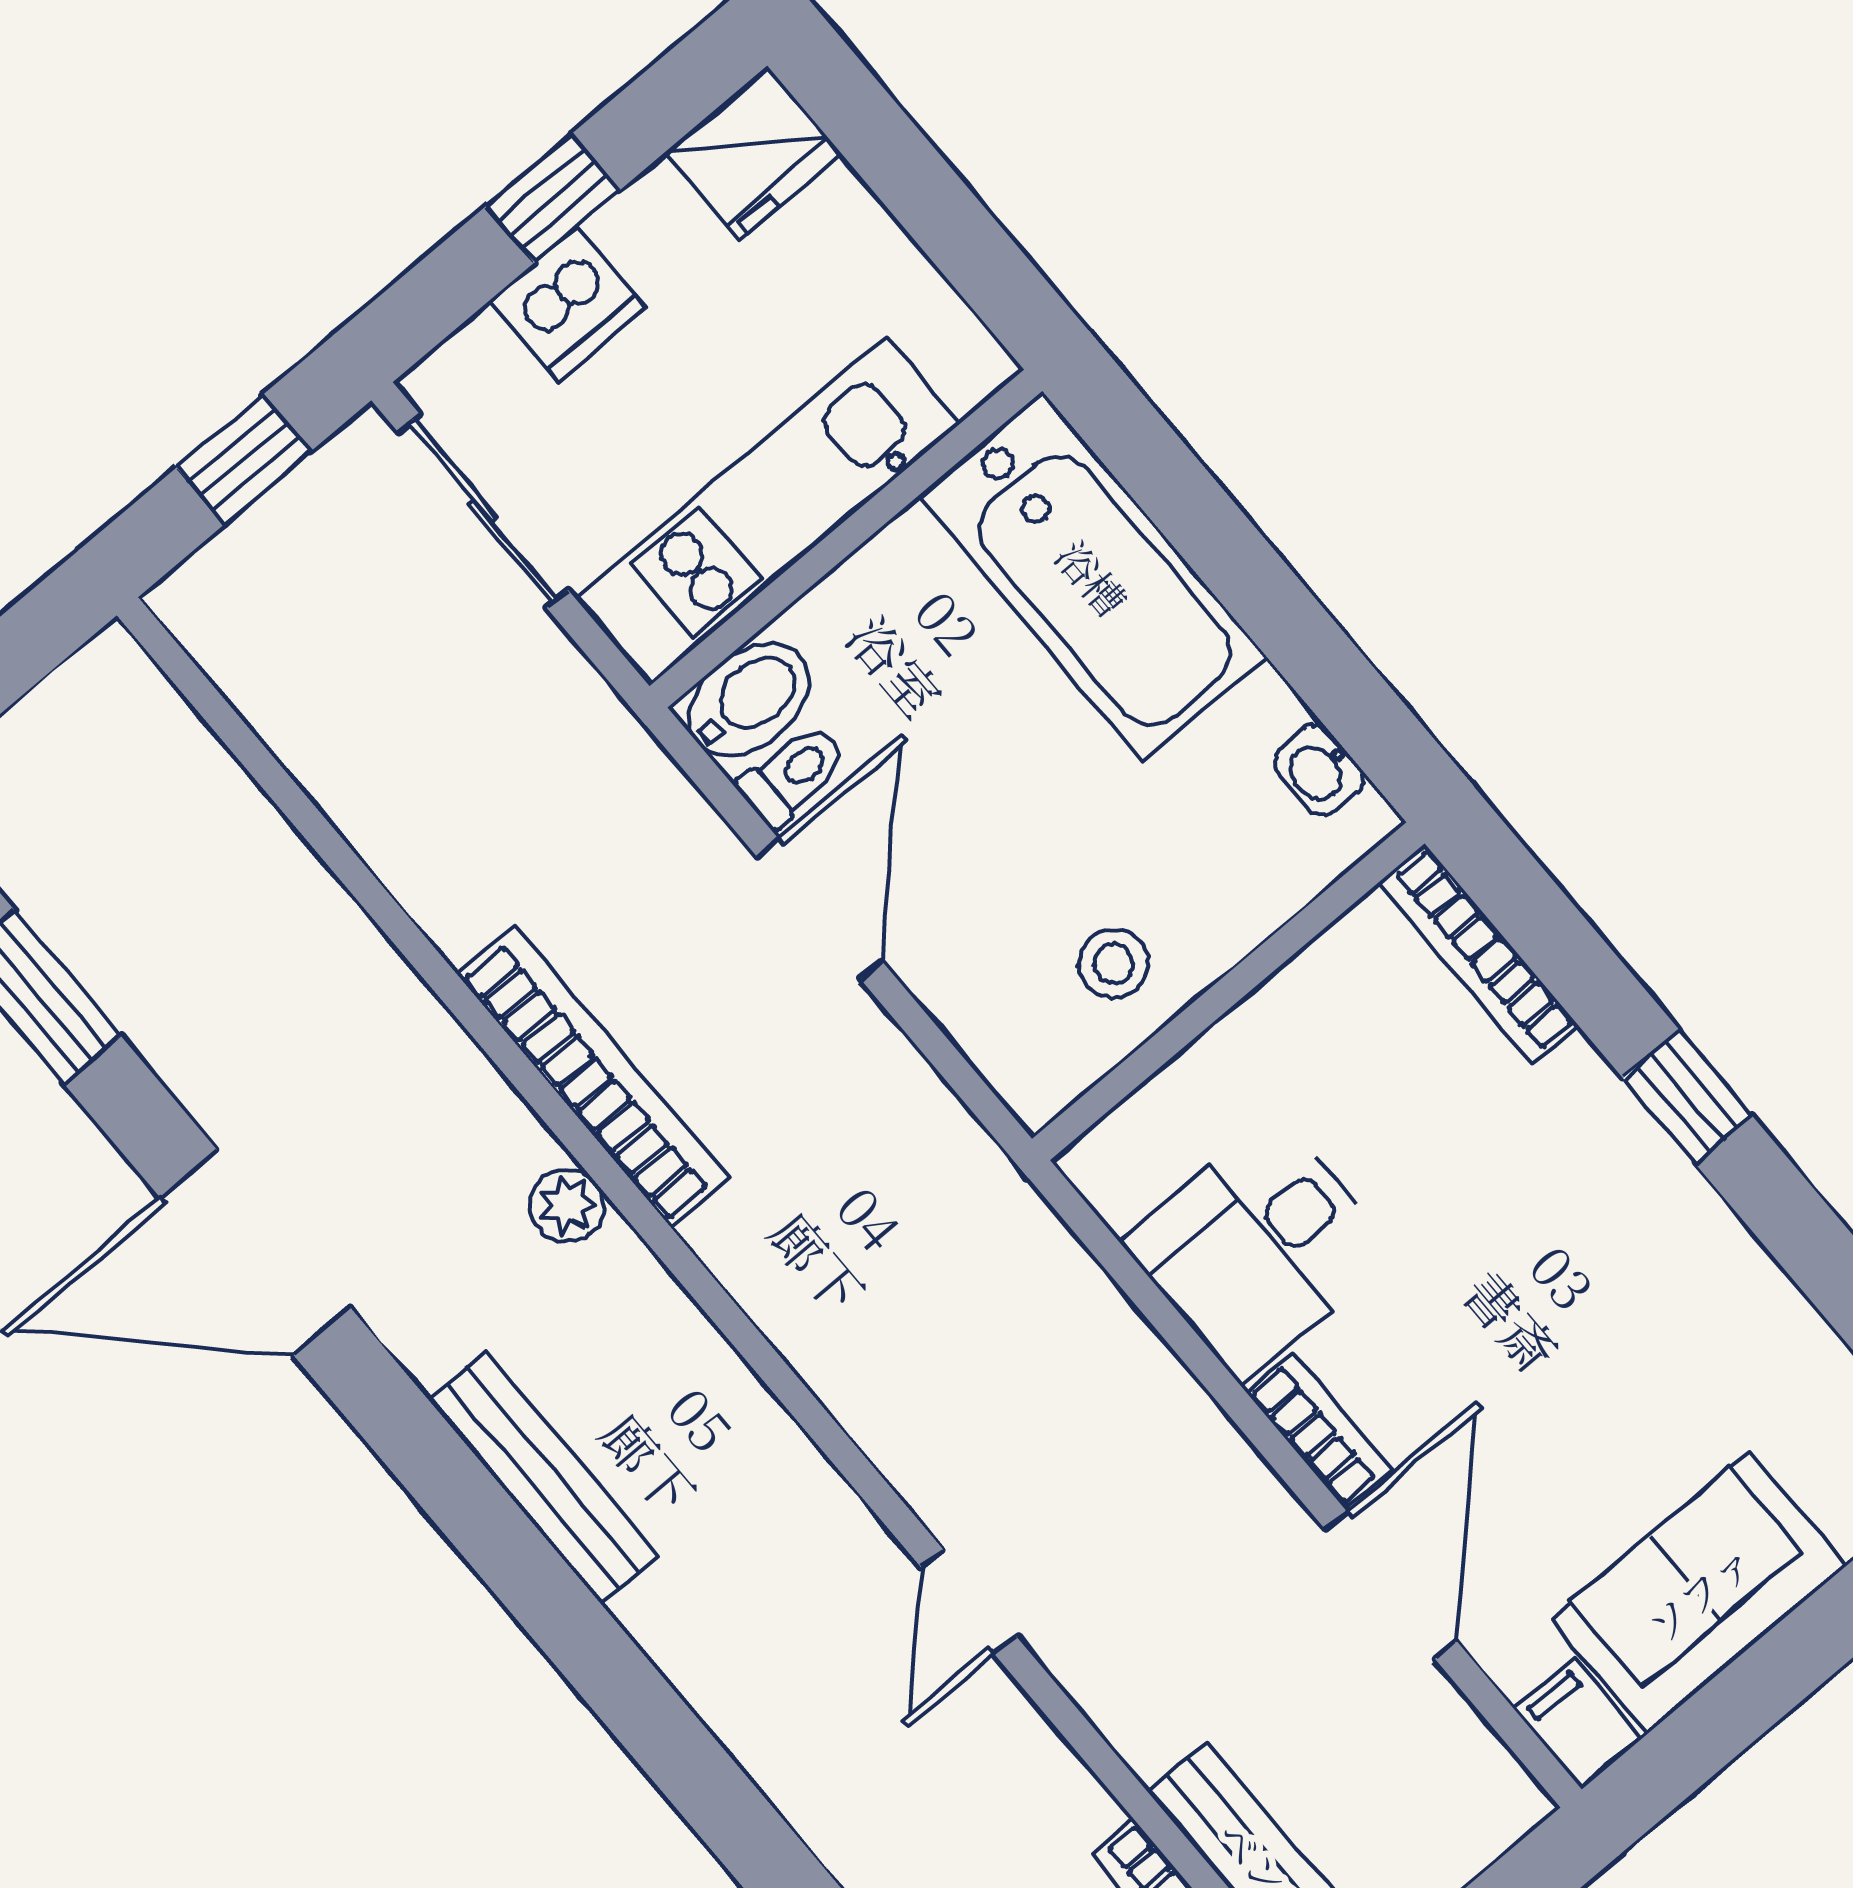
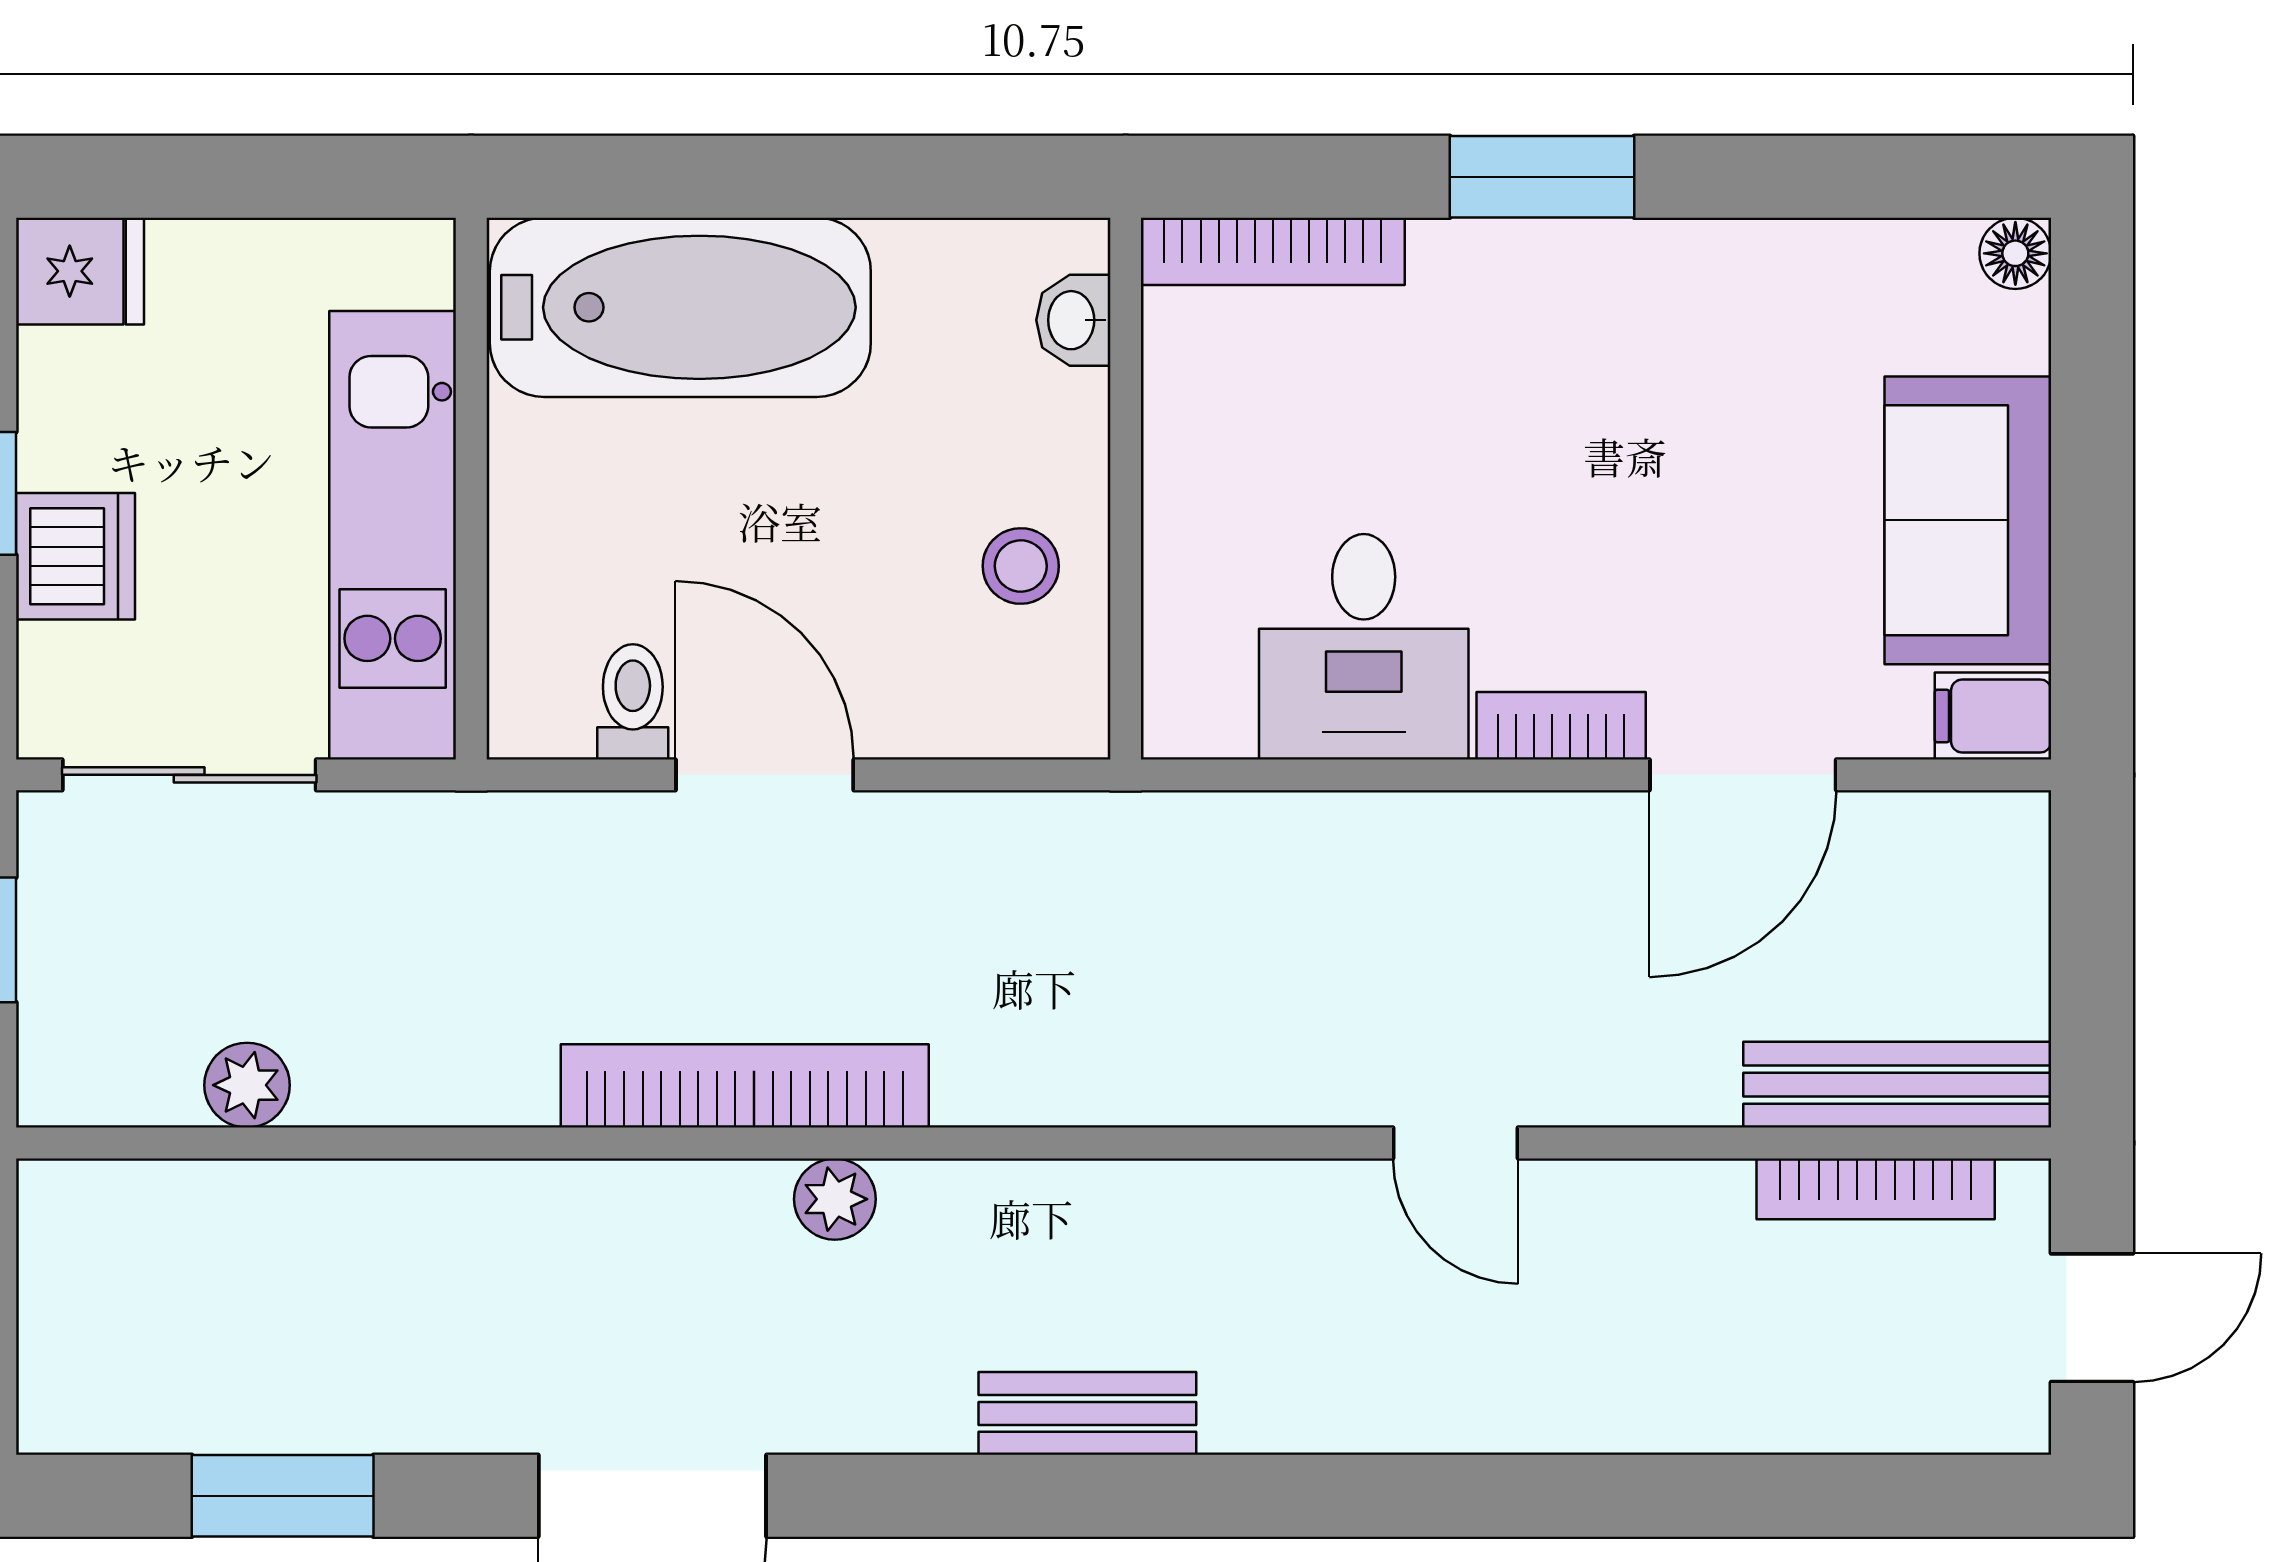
fridge: (753, 153) -> (80, 271), width x0.72
bidet: (749, 700) -> (538, 685), removed
plant: (302, 732) -> (247, 1085), added
washbasin: (1319, 770) -> (1073, 320), moved, turned 90
window: (1687, 1097) -> (1542, 177), width x1.50
bench: (543, 1478) -> (1087, 1413), width x0.73
door: (1391, 1585) -> (1743, 775), swing flipped

